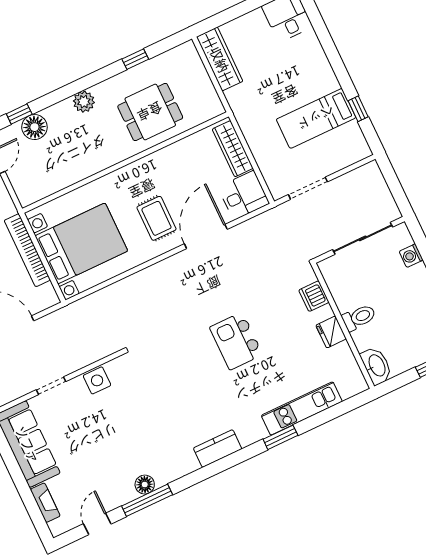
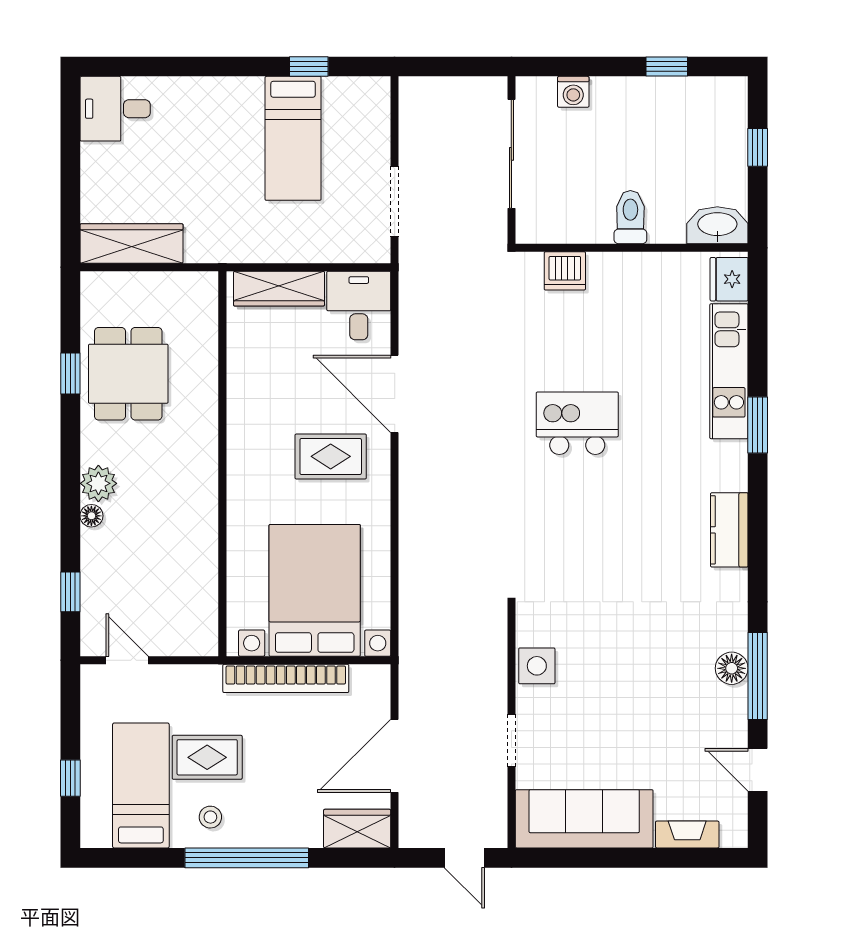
dining table: (150, 112) -> (128, 374), moved
floor lamp: (34, 127) -> (91, 516), moved, width x0.53, depth x0.53
fridge: (331, 332) -> (729, 279), moved, turned 90
kitchen island: (236, 341) -> (577, 423), turned 180

